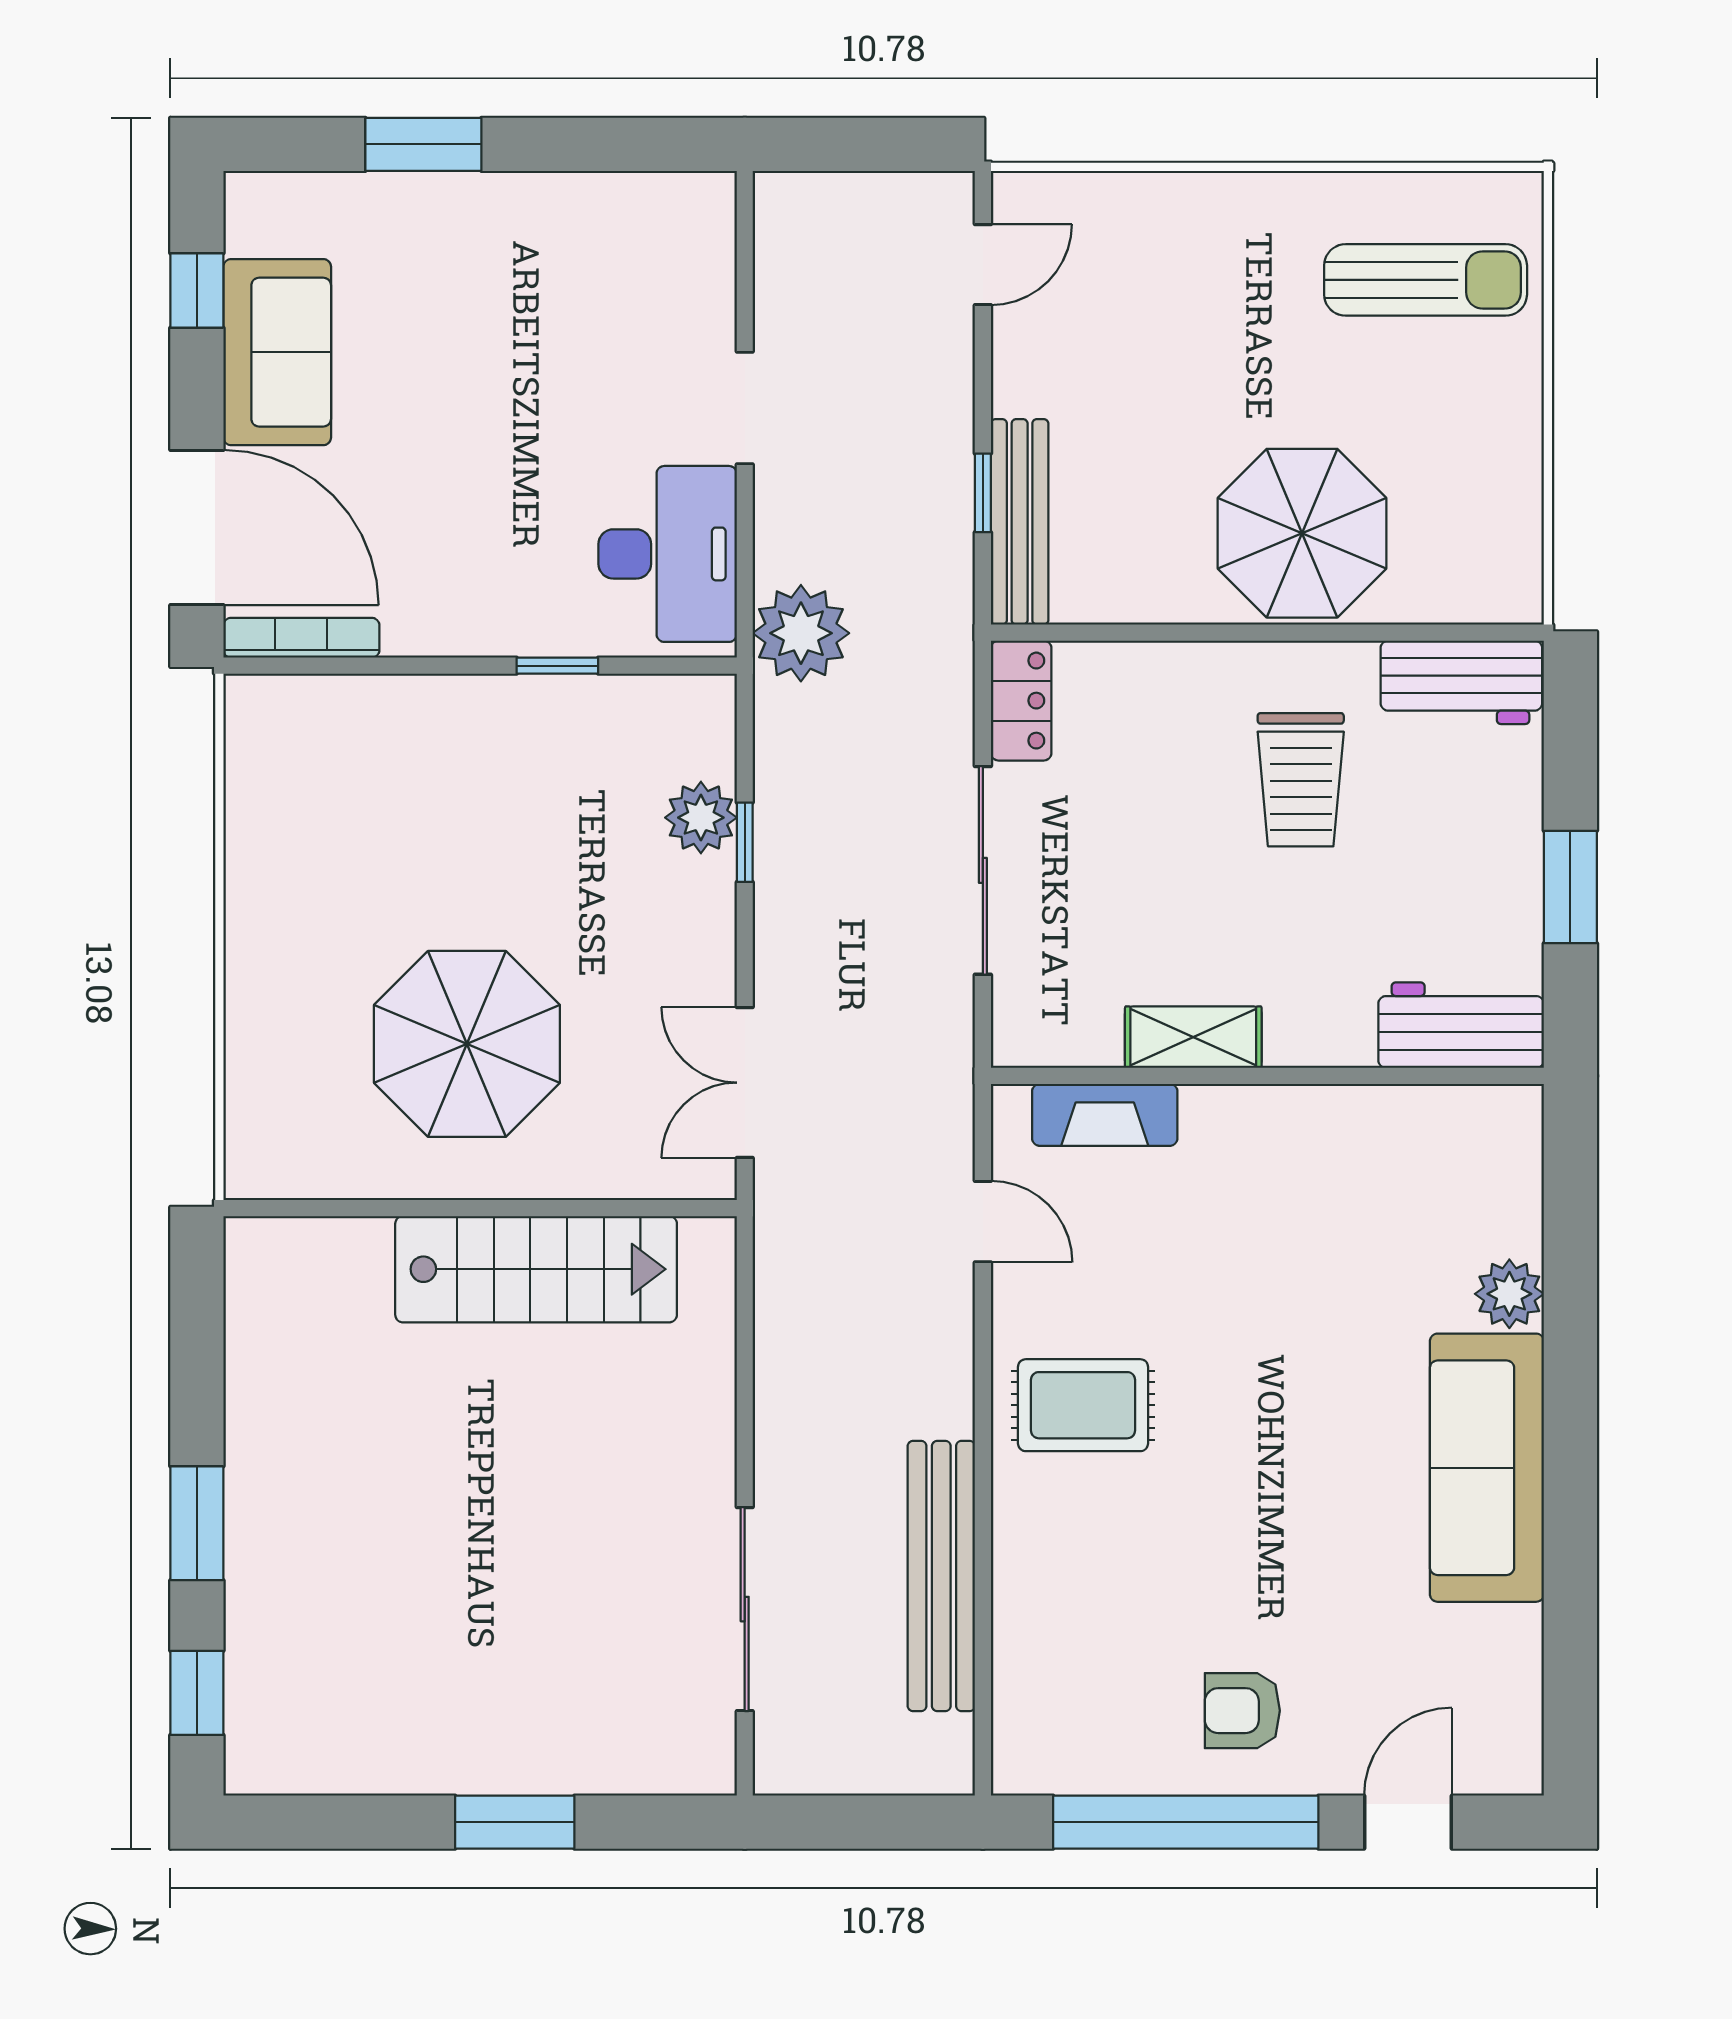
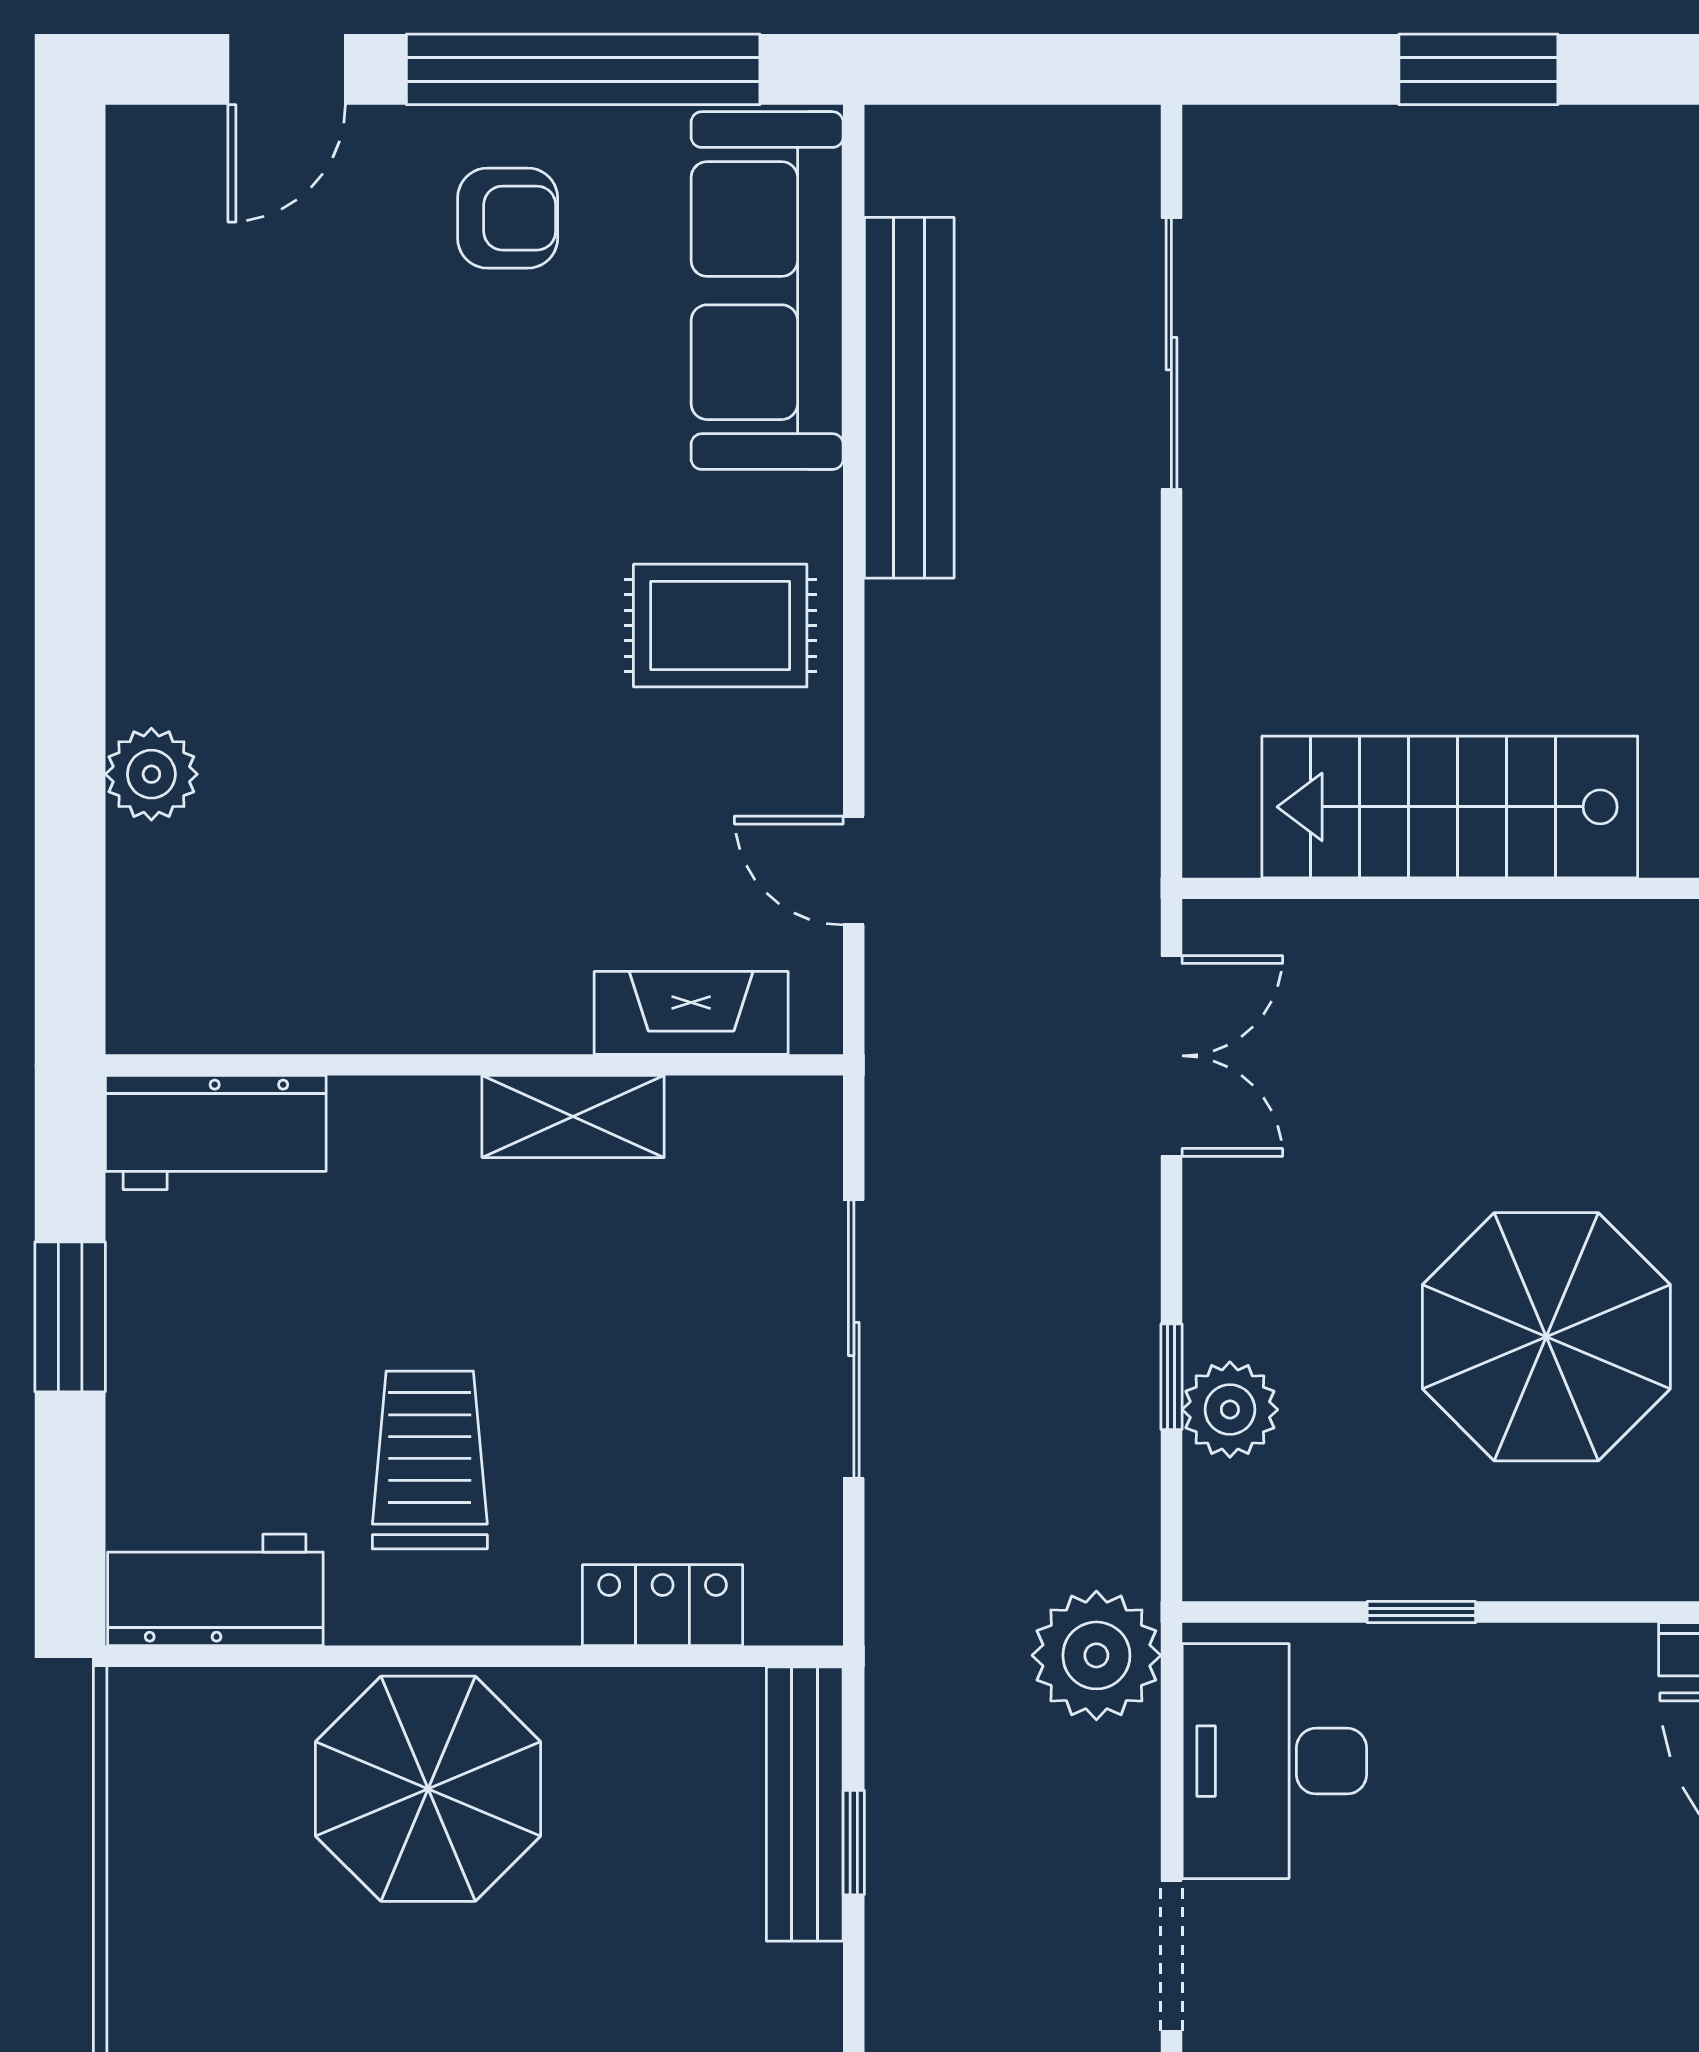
locker: (1021, 701) -> (663, 1605), moved, turned 90
parasol: (467, 1044) -> (1546, 1337), moved
sofa: (1487, 1468) -> (767, 291), moved, turned 180

